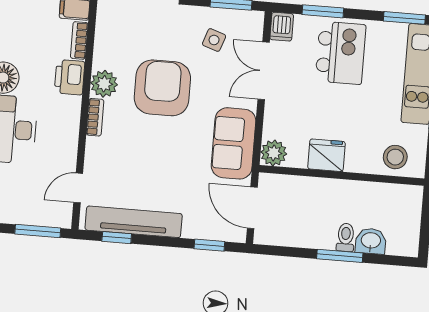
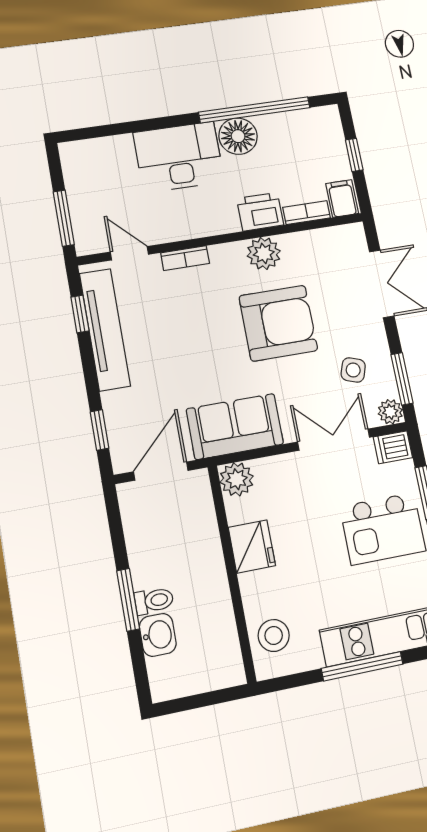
plant: (254, 21) -> (390, 412), added
bookcase: (95, 117) -> (185, 258), moved

